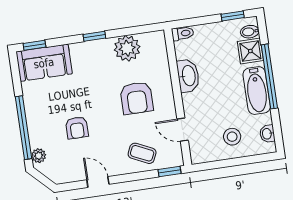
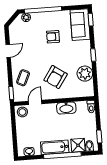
armchair: (137, 98) -> (56, 77), turned -56
armchair: (77, 128) -> (53, 37), moved
stool: (232, 137) -> (22, 112), moved

